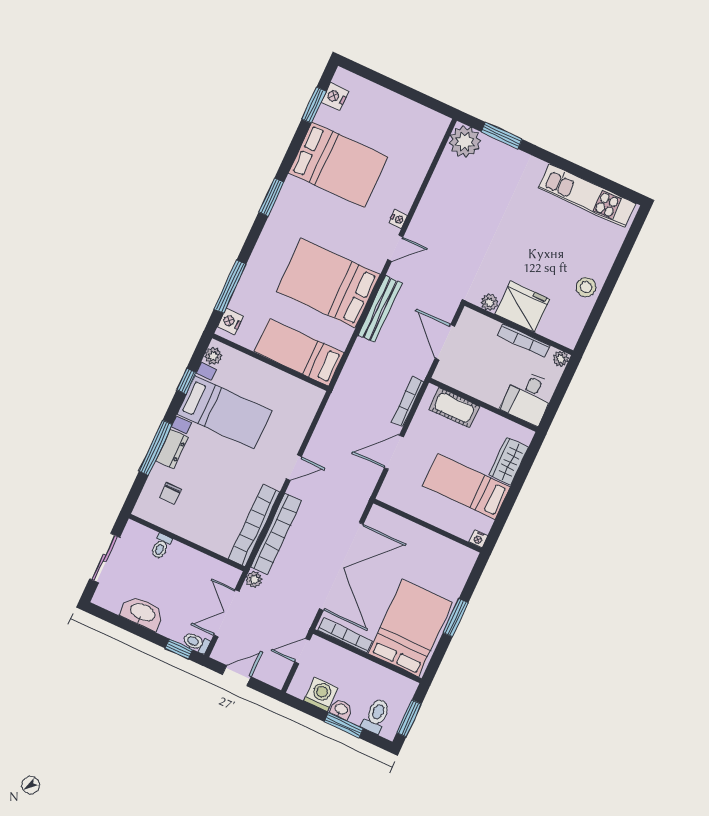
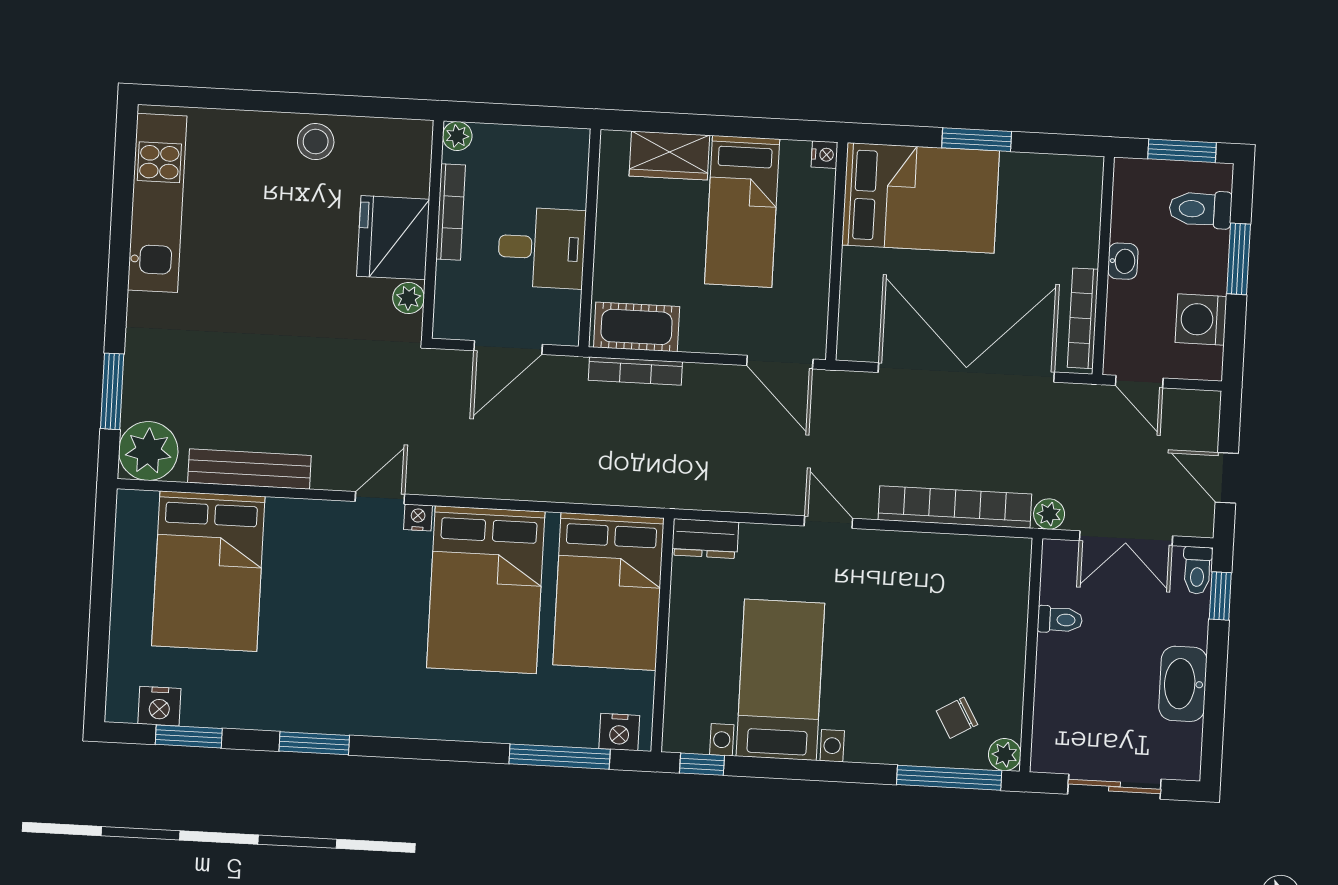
bed: (338, 165) -> (208, 571), moved, turned 180
window: (271, 197) -> (314, 743), moved
nightstand: (398, 219) -> (418, 518), moved
door: (395, 248) -> (380, 498), hinge flipped
bench: (380, 309) -> (249, 469), moved
bed: (299, 352) -> (608, 591), width x1.50
plant: (213, 356) -> (1005, 755), moved
window: (186, 381) -> (702, 764), moved
desk: (528, 397) -> (542, 248), moved
cot: (454, 408) -> (637, 327), moved, turned 90
window: (156, 448) -> (949, 778), moved
dresser: (172, 449) -> (705, 539), moved, turned 180
door: (394, 452) -> (780, 362), moved
chair: (170, 493) -> (957, 718), turned 150
bookcase: (254, 526) -> (956, 551), removed
toilet: (161, 546) -> (1060, 620), moved
bed: (410, 628) -> (921, 198), moved, turned 180
washbasin: (341, 709) -> (1123, 261), moved, turned 180

